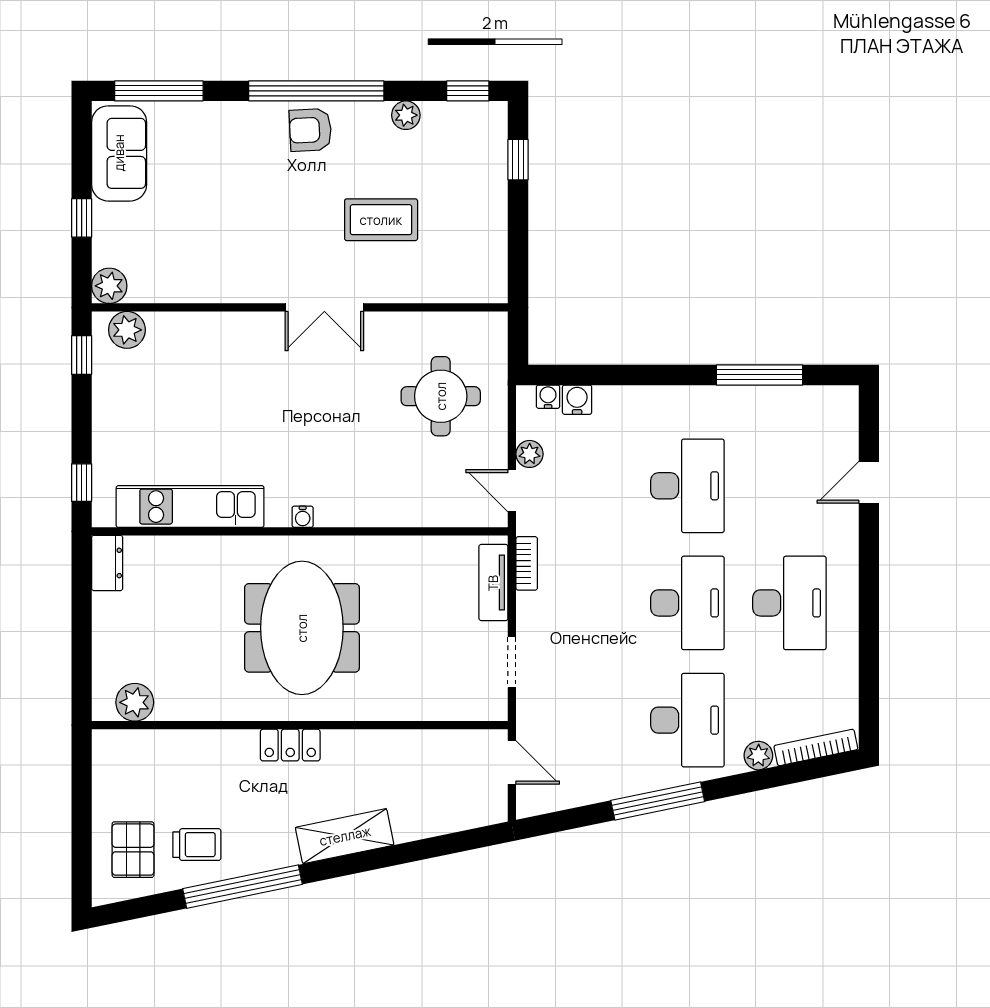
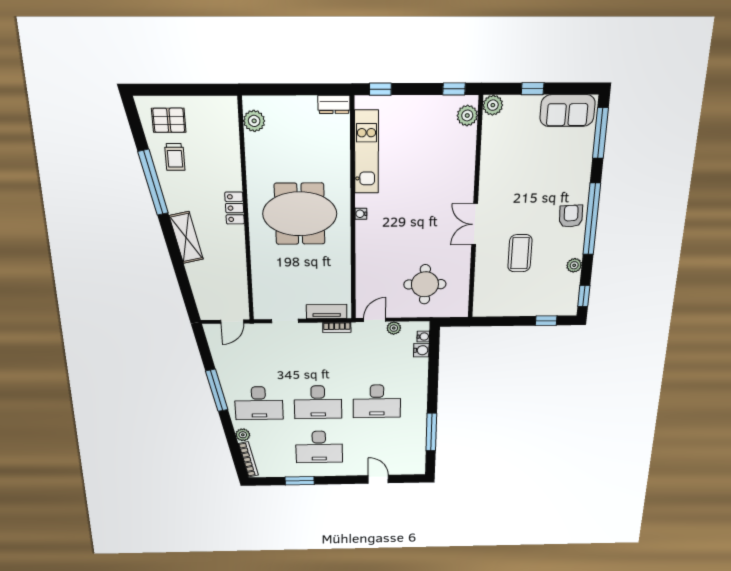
window: (869, 645) -> (300, 481), added

